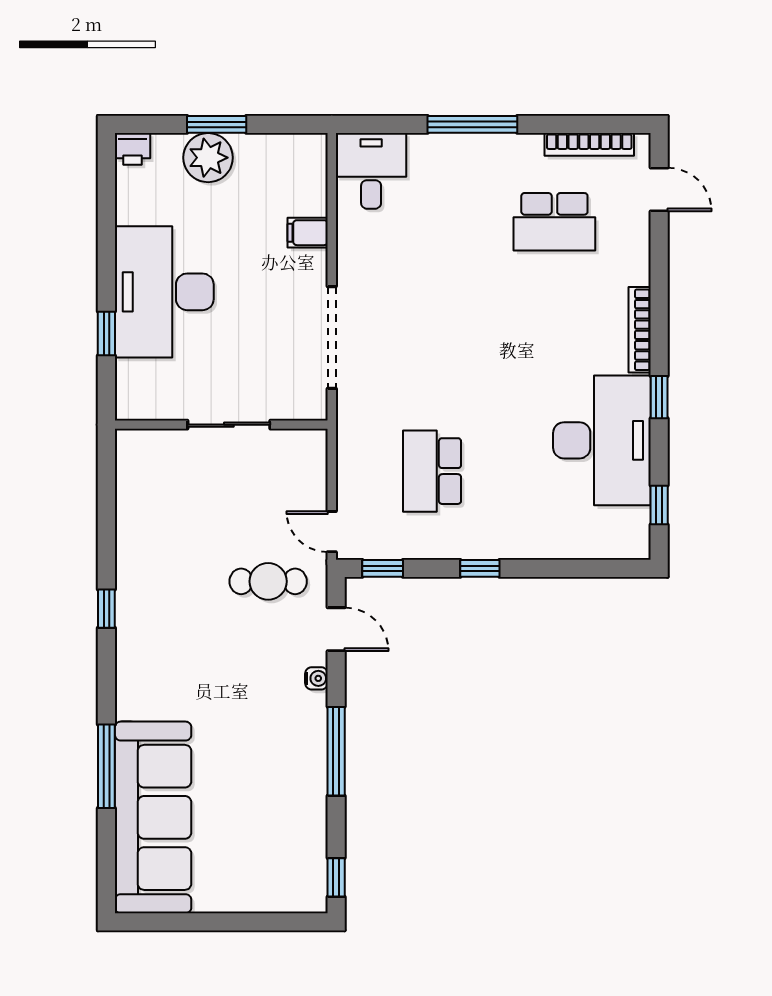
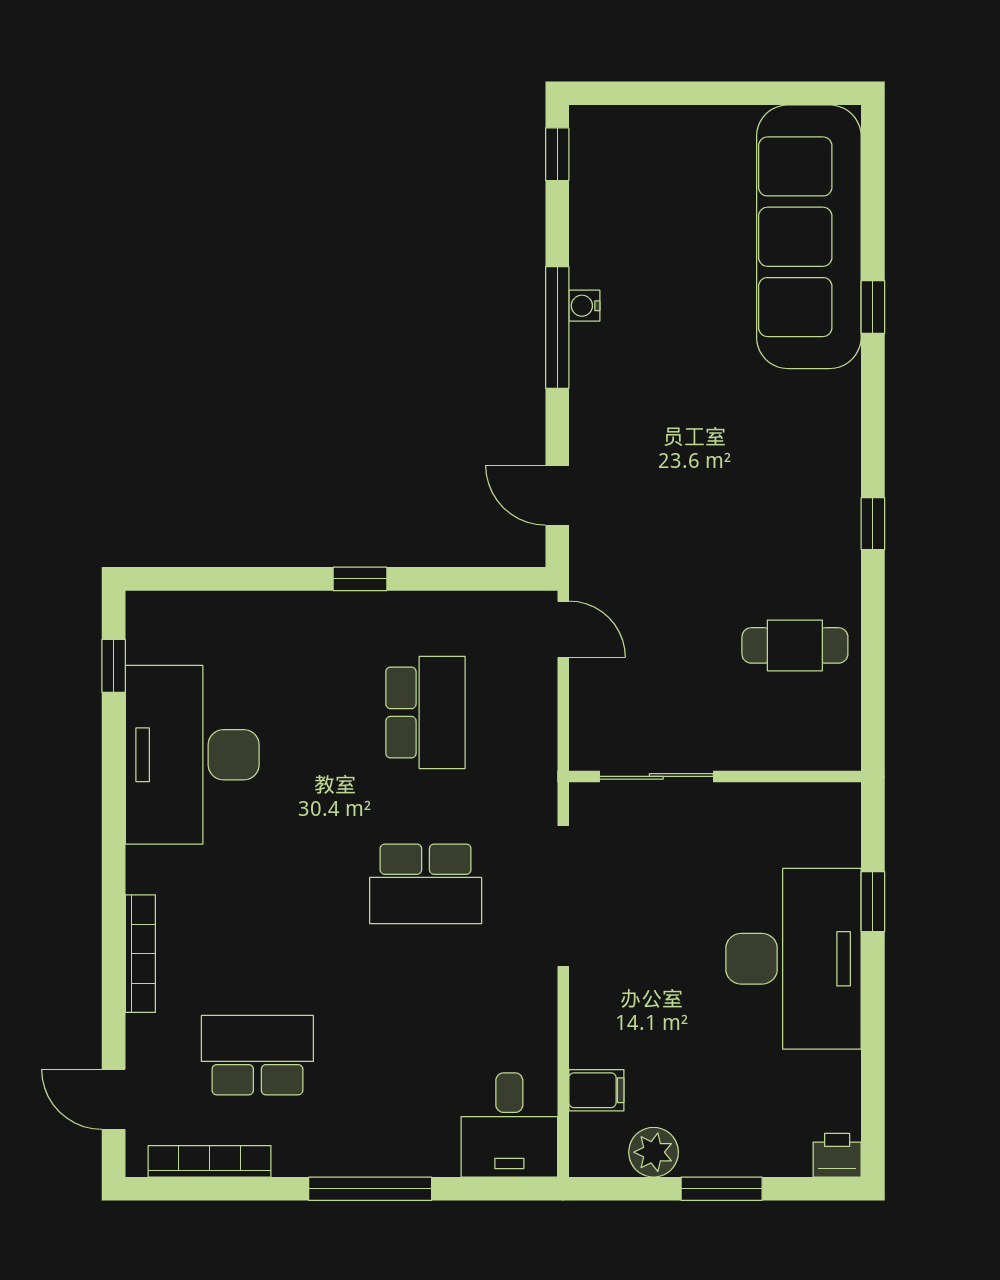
plant: (208, 158) -> (654, 1152), moved, width x0.73, depth x0.73
filing cabinet: (308, 233) -> (596, 1090), moved
bookcase: (640, 330) -> (140, 954), moved
school desk: (432, 346) -> (426, 884), added
window: (659, 397) -> (114, 814), removed
sliding door: (229, 425) -> (656, 776), moved
window: (383, 568) -> (493, 579), removed
cafe table: (268, 581) -> (795, 645), moved
water cooler: (316, 678) -> (584, 306), moved
window: (106, 766) -> (873, 307), width x0.46

